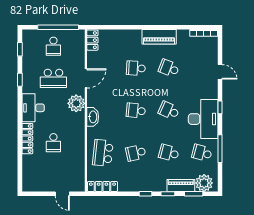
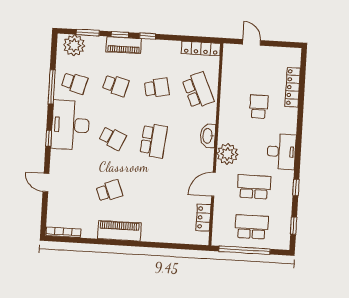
locker: (92, 40) -> (203, 218), moved
school desk: (53, 46) -> (252, 227), width x1.85
school desk: (136, 68) -> (150, 193), removed
school desk: (169, 68) -> (109, 191), turned -42
school desk: (136, 111) -> (154, 141), width x1.85
locker: (27, 139) -> (293, 87), moved
school desk: (103, 153) -> (198, 90), turned -30
piano: (181, 186) -> (124, 45), moved

